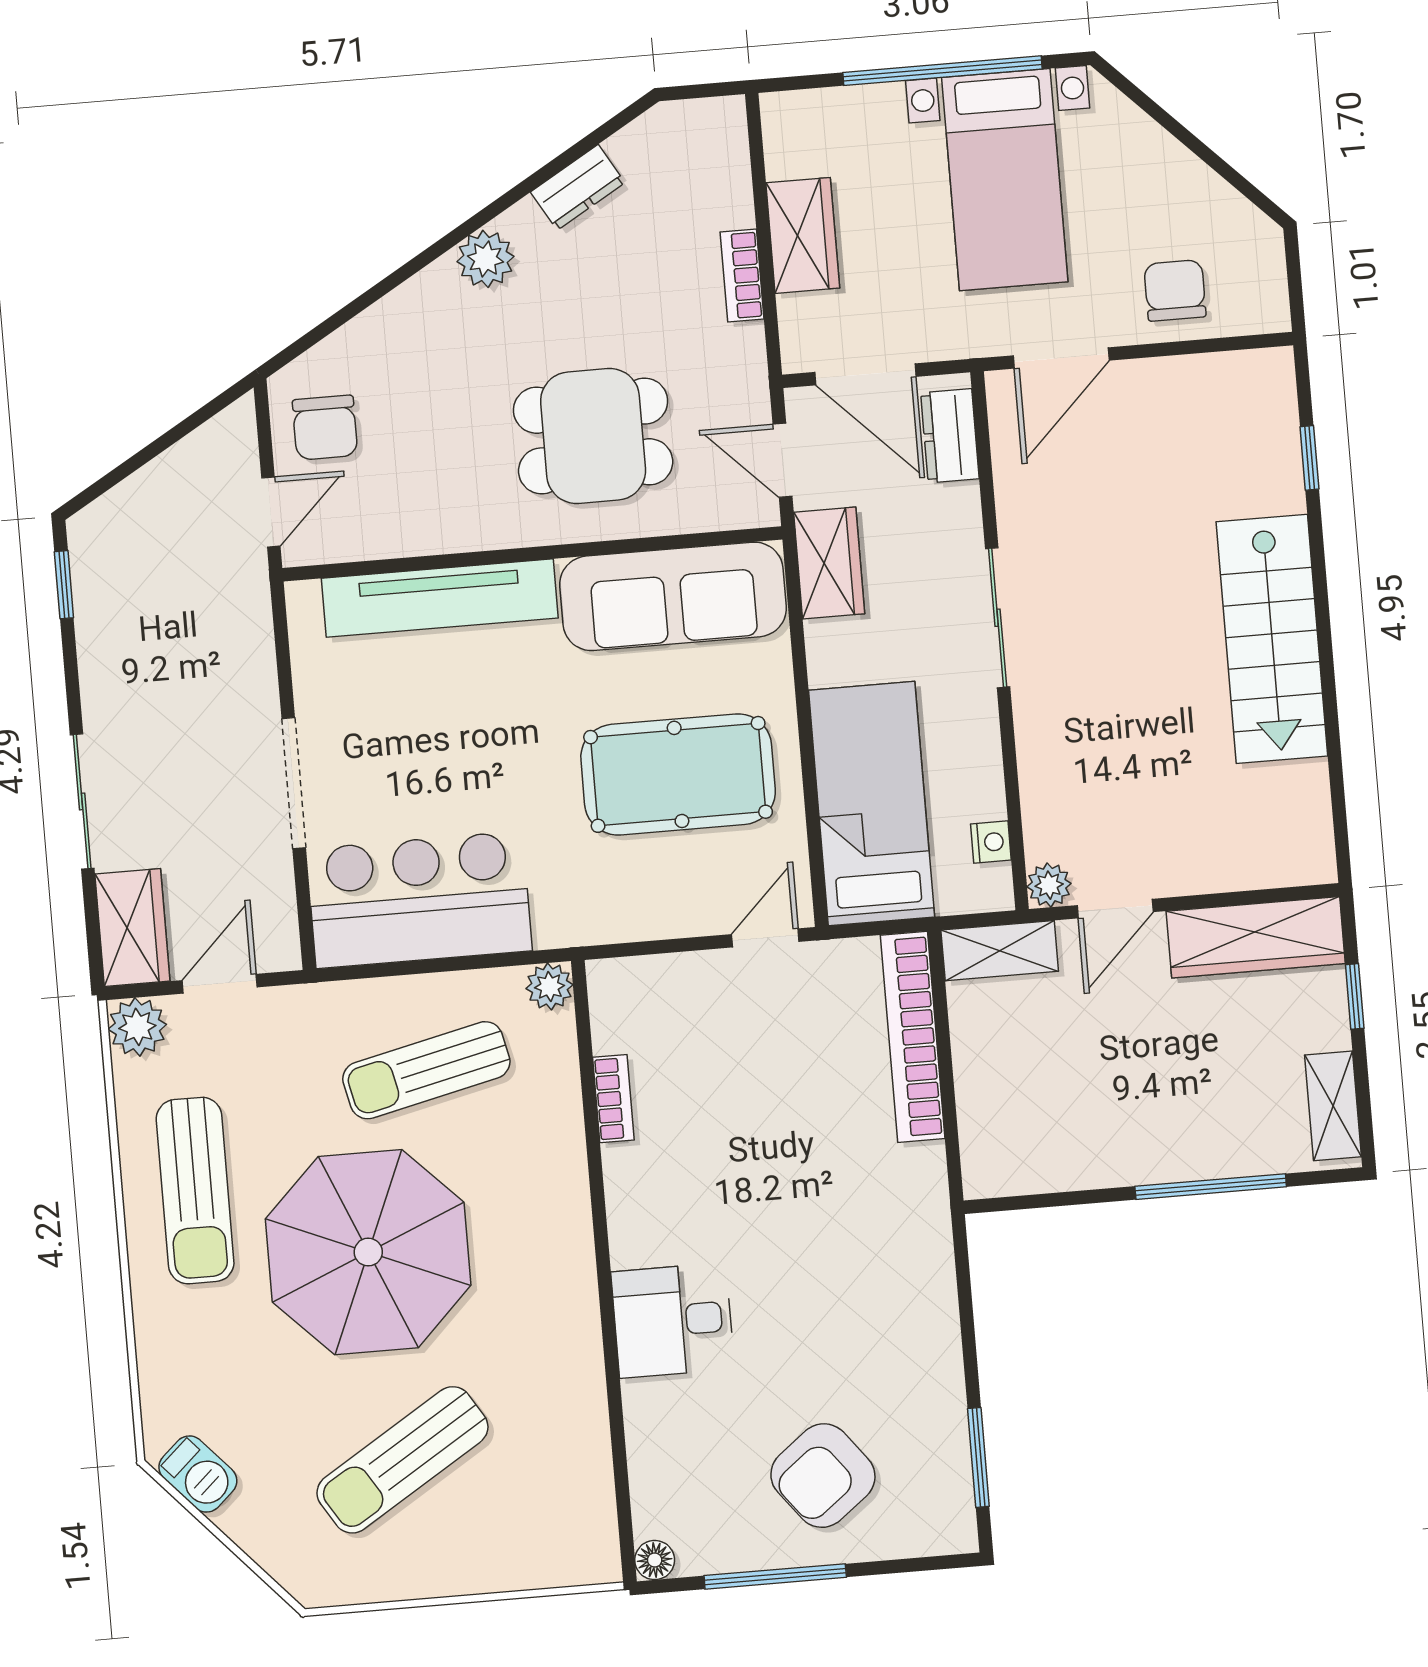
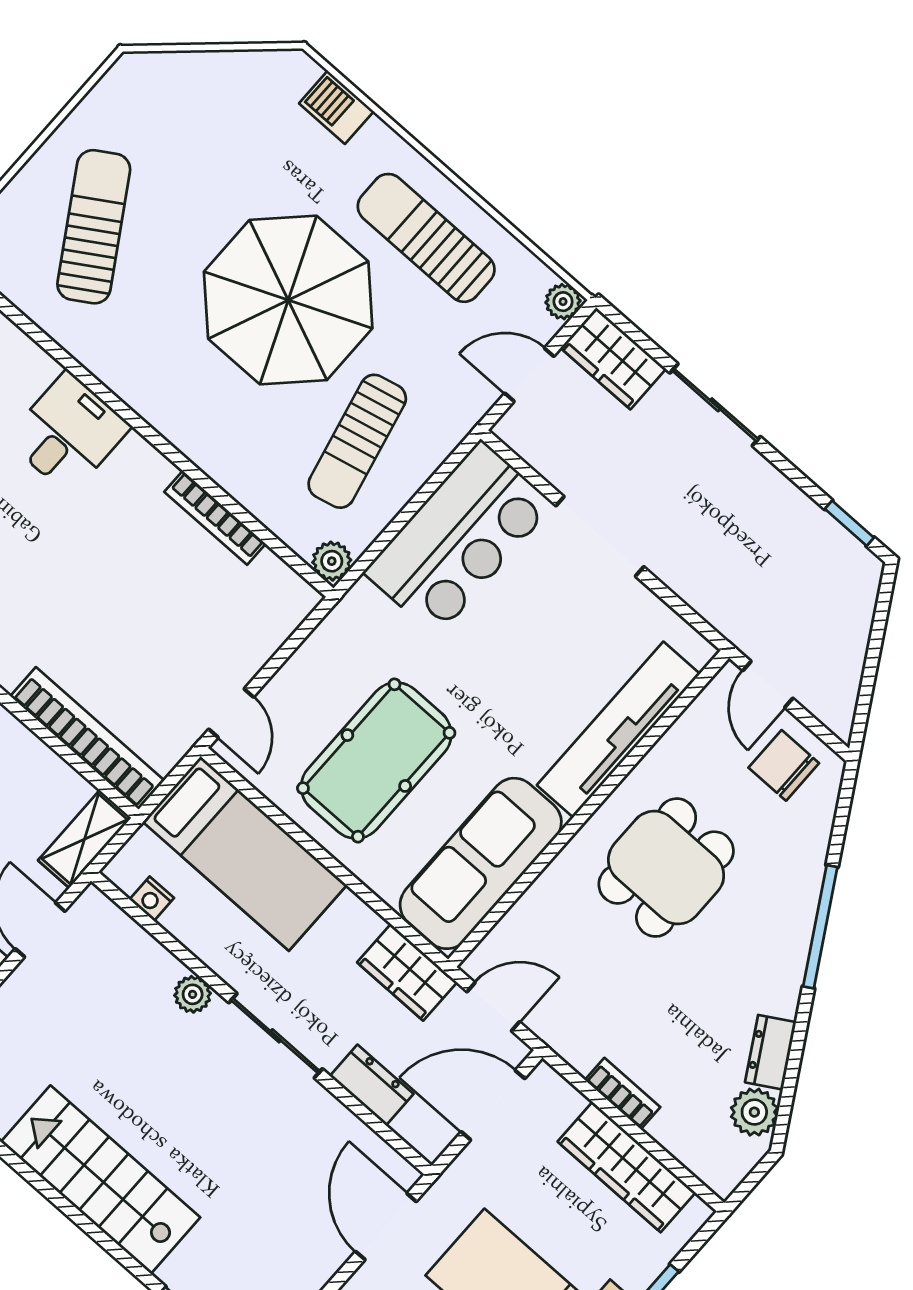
wardrobe: (803, 235) -> (627, 1167), width x1.50
window: (429, 256) -> (820, 927), added
plant: (486, 259) -> (754, 1112), moved
dining table: (593, 436) -> (666, 868), moved
dresser: (950, 436) -> (372, 1085), moved
plant: (1049, 885) -> (193, 994), moved
door: (220, 984) -> (529, 375), swing flipped
plant: (137, 1027) -> (563, 302), width x0.73, depth x0.73
sun lounger: (426, 1070) -> (357, 441), turned 180
bookcase: (613, 1099) -> (215, 518), width x1.56
sun lounger: (402, 1460) -> (94, 227), moved
barbecue: (198, 1474) -> (336, 107), moved, turned 42

